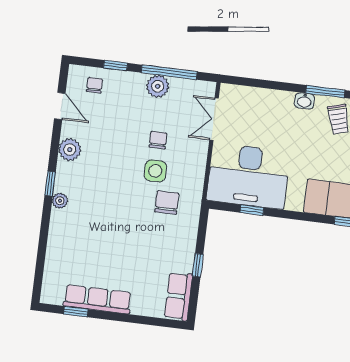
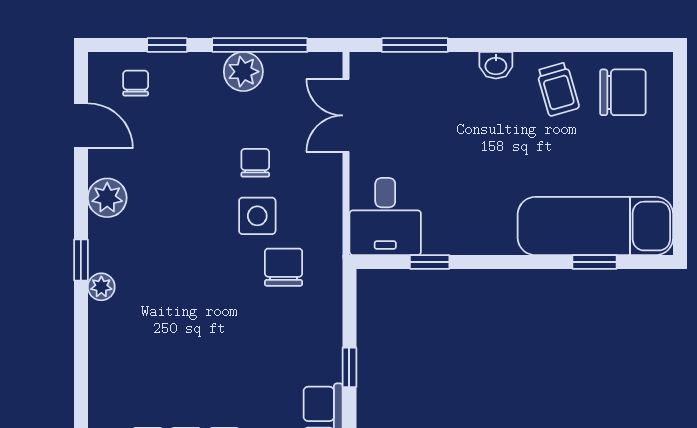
window: (325, 92) -> (415, 45), moved
desk: (248, 176) -> (385, 217), width x0.53, depth x0.77

